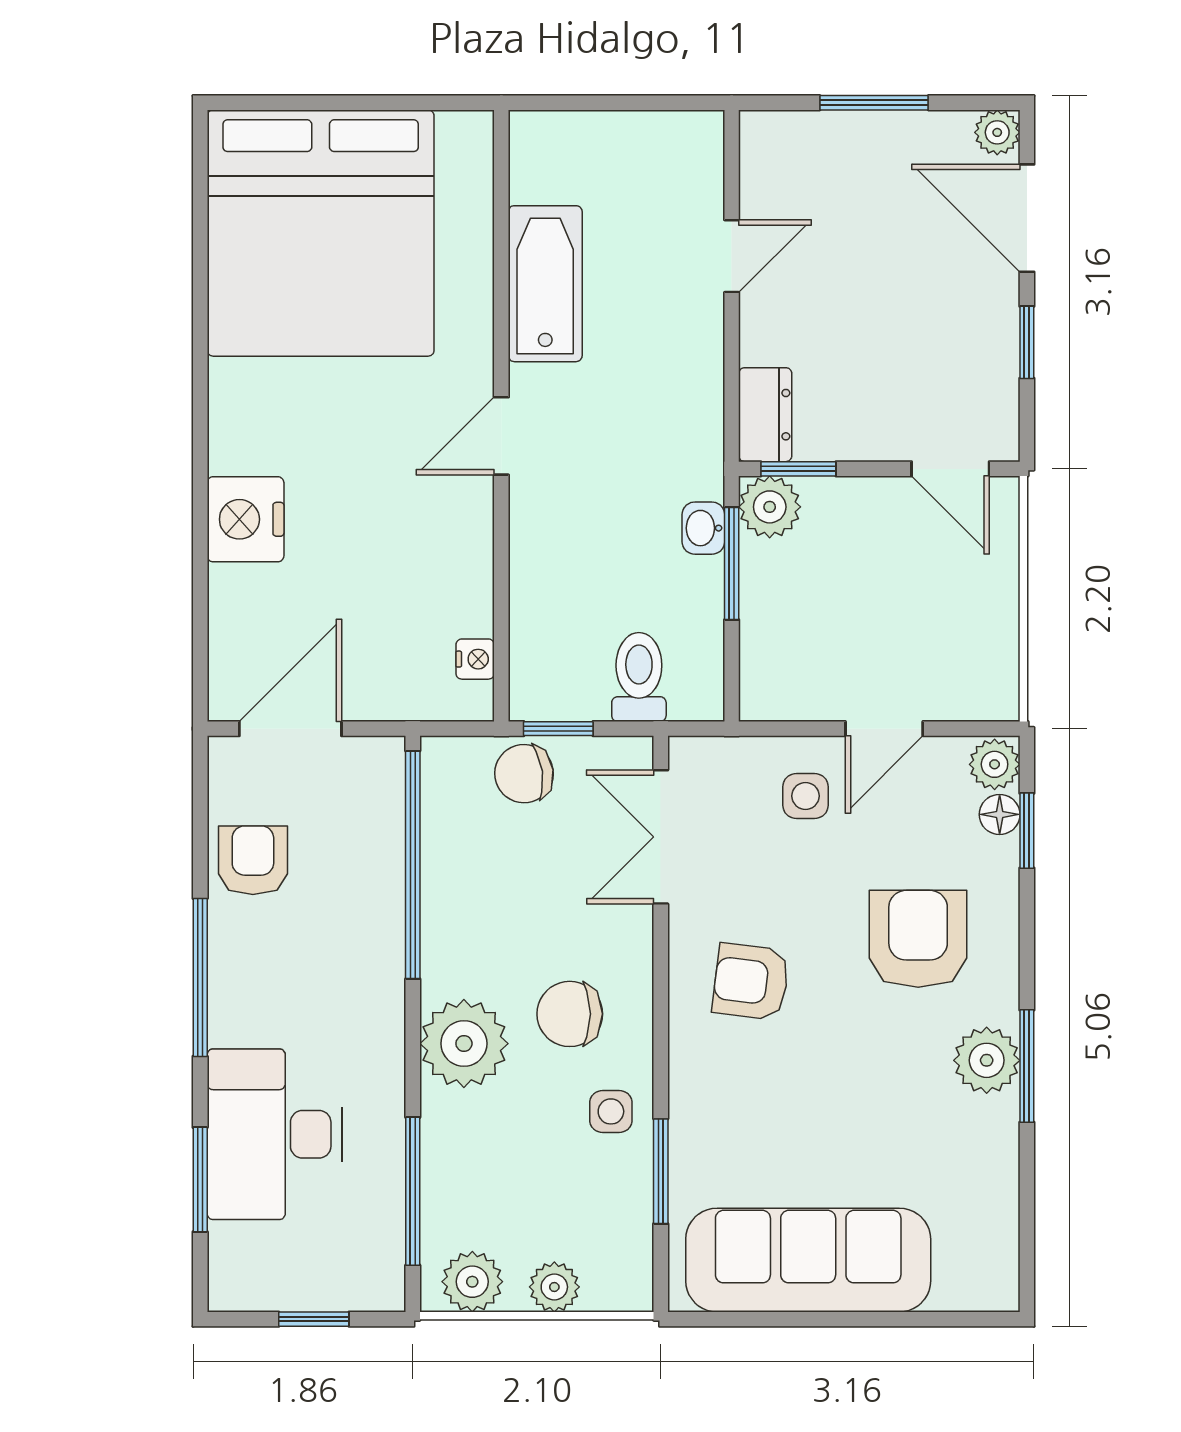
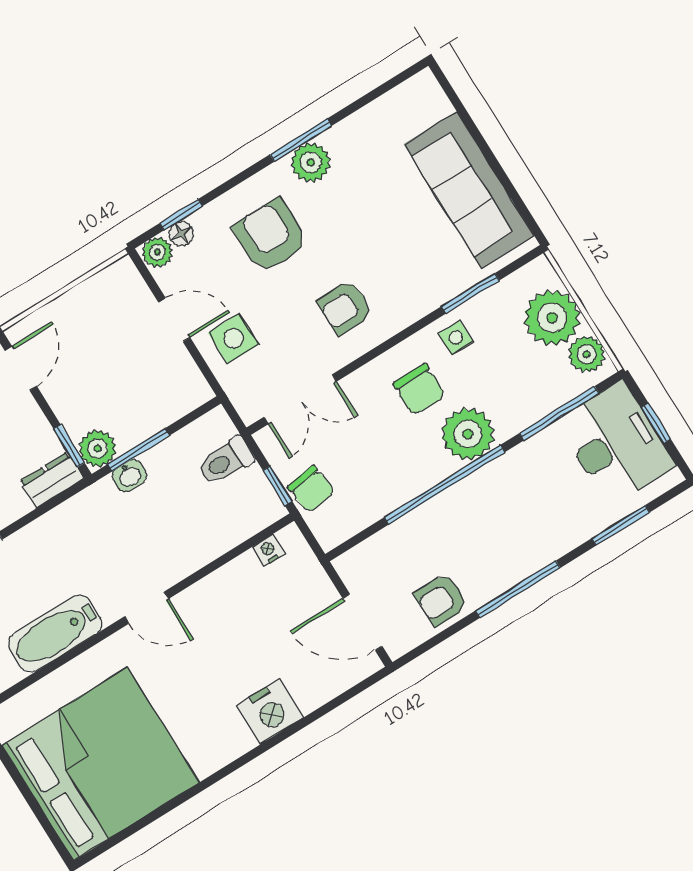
side table: (805, 796) -> (233, 339), width x1.37, depth x1.37
window: (413, 865) -> (445, 485), moved
armchair: (918, 939) -> (270, 236), turned 90
armchair: (751, 982) -> (345, 307), turned 83
desk: (274, 1134) -> (616, 443), moved, turned -90
plant: (554, 1287) -> (552, 318), width x1.87, depth x1.87

